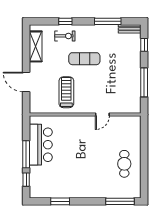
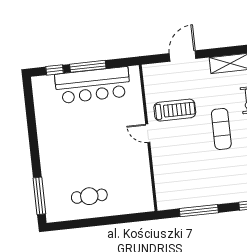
door: (102, 115) -> (148, 133), moved
bar counter: (41, 145) -> (93, 85), width x1.36
window: (60, 201) -> (31, 117), removed

